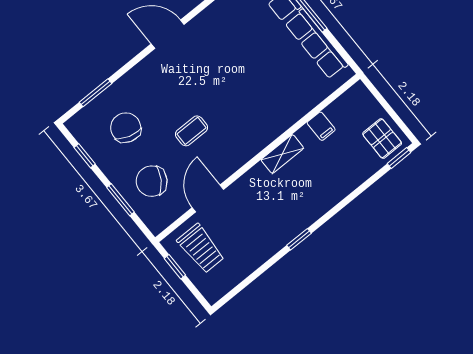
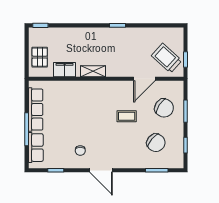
chair: (215, 38) -> (80, 151), added
filing cabinet: (321, 126) -> (65, 70), width x2.00
chair: (126, 128) -> (156, 143), turned -67
pallet: (382, 139) -> (40, 57), moved
trolley: (201, 249) -> (167, 58), turned -48

